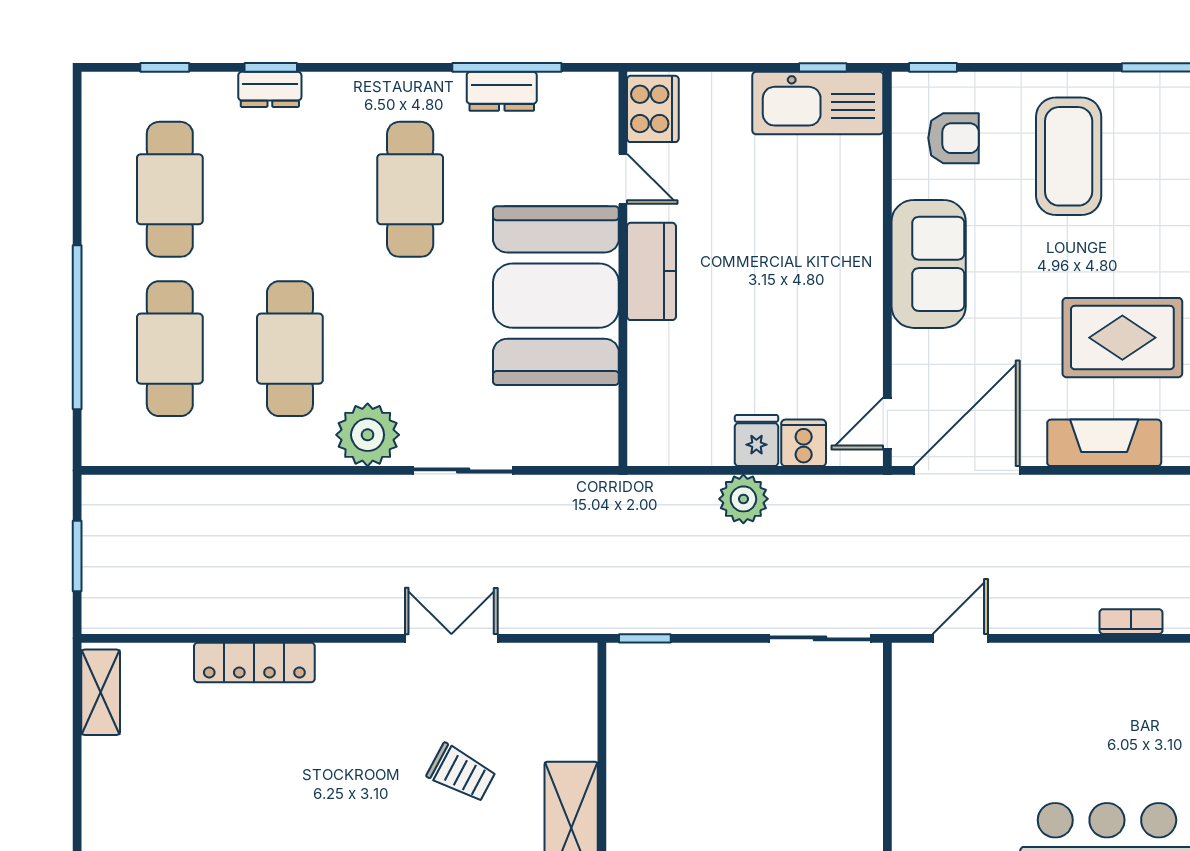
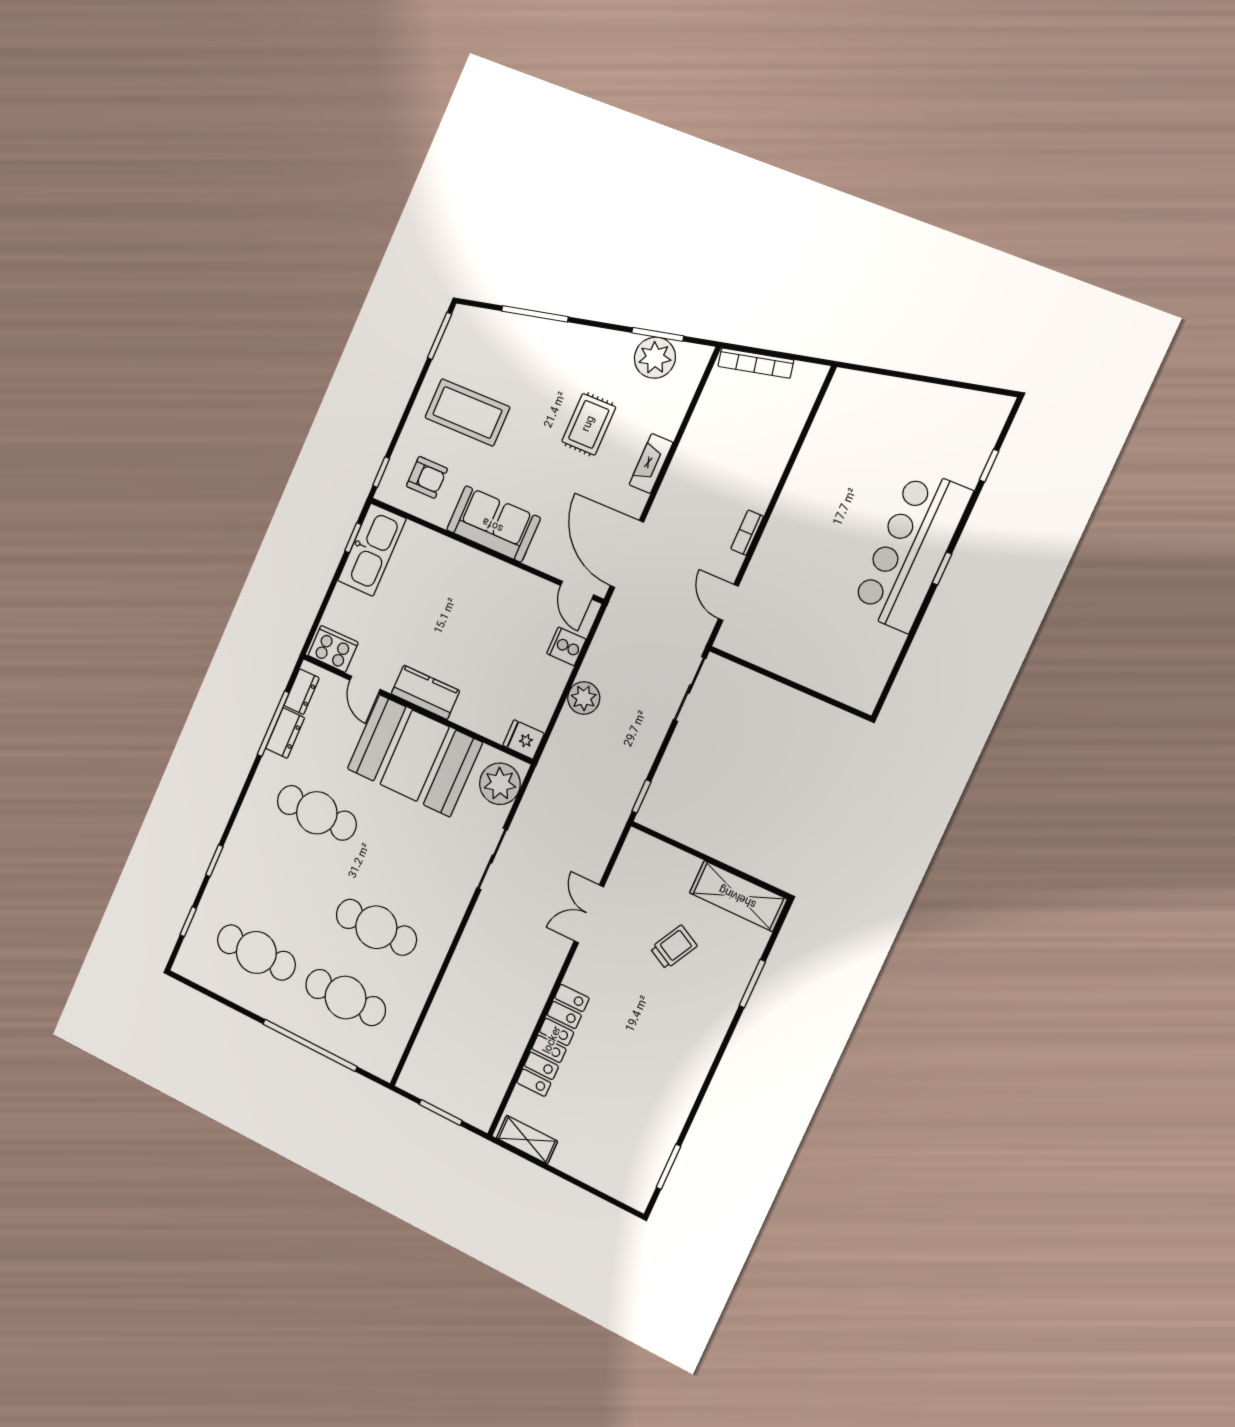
dresser: (270, 89) -> (302, 692), moved
armchair: (954, 138) -> (427, 477), turned 90
door: (623, 179) -> (365, 685), swing flipped
rug: (1122, 338) -> (589, 424), width x0.73, depth x0.70
plant: (368, 435) -> (500, 784), moved
fridge: (756, 441) -> (523, 739), moved
fireplace: (1104, 443) -> (651, 464), width x0.73, depth x0.76
bookcase: (1131, 622) -> (747, 533), moved
locker: (254, 662) -> (553, 1040), width x1.41, depth x1.21

